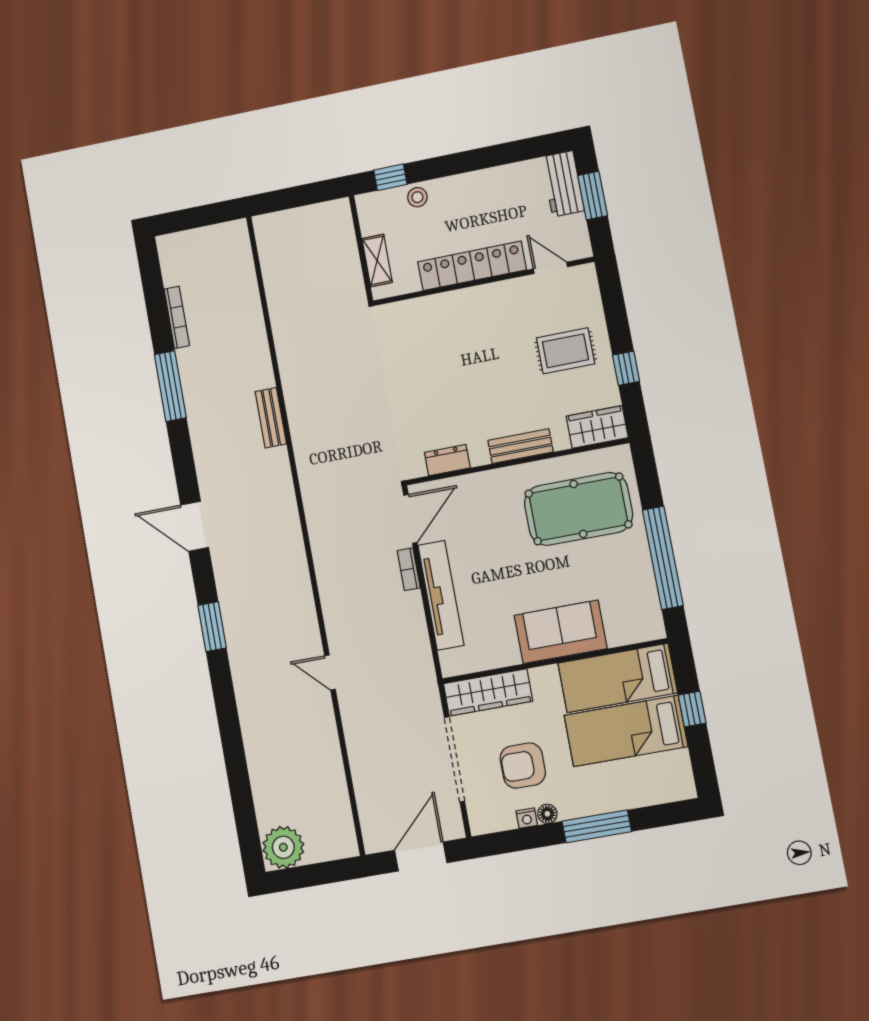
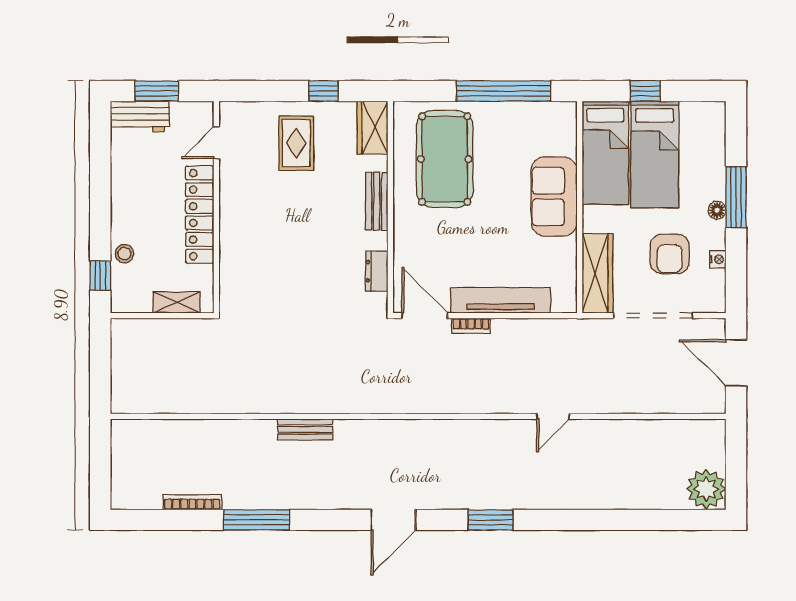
floor lamp: (547, 814) -> (717, 210), moved

